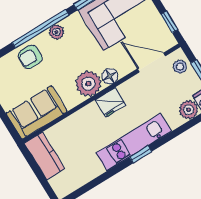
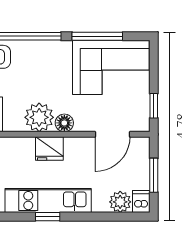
plant: (56, 32) -> (39, 49), removed
door: (151, 62) -> (112, 134), swing flipped
stool: (180, 67) -> (137, 155), removed

